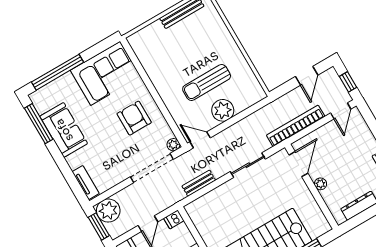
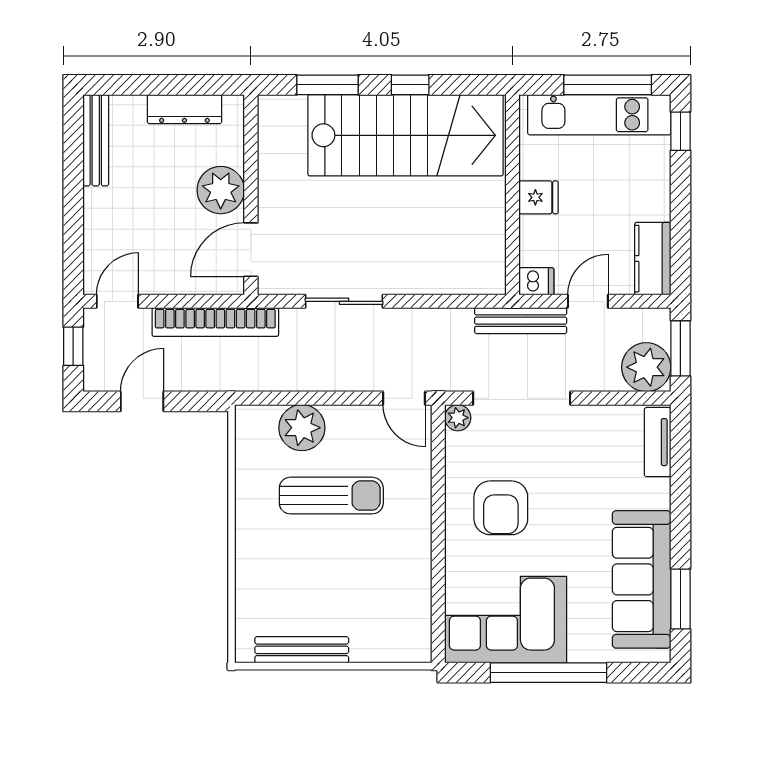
window: (58, 72) -> (549, 673), moved
plant: (223, 110) -> (302, 428), moved
window: (39, 124) -> (680, 599), width x0.69
sofa: (64, 130) -> (642, 579), width x1.36
bench: (199, 183) -> (521, 321), moved, width x1.36
plant: (320, 184) -> (221, 190), width x1.87, depth x1.87

